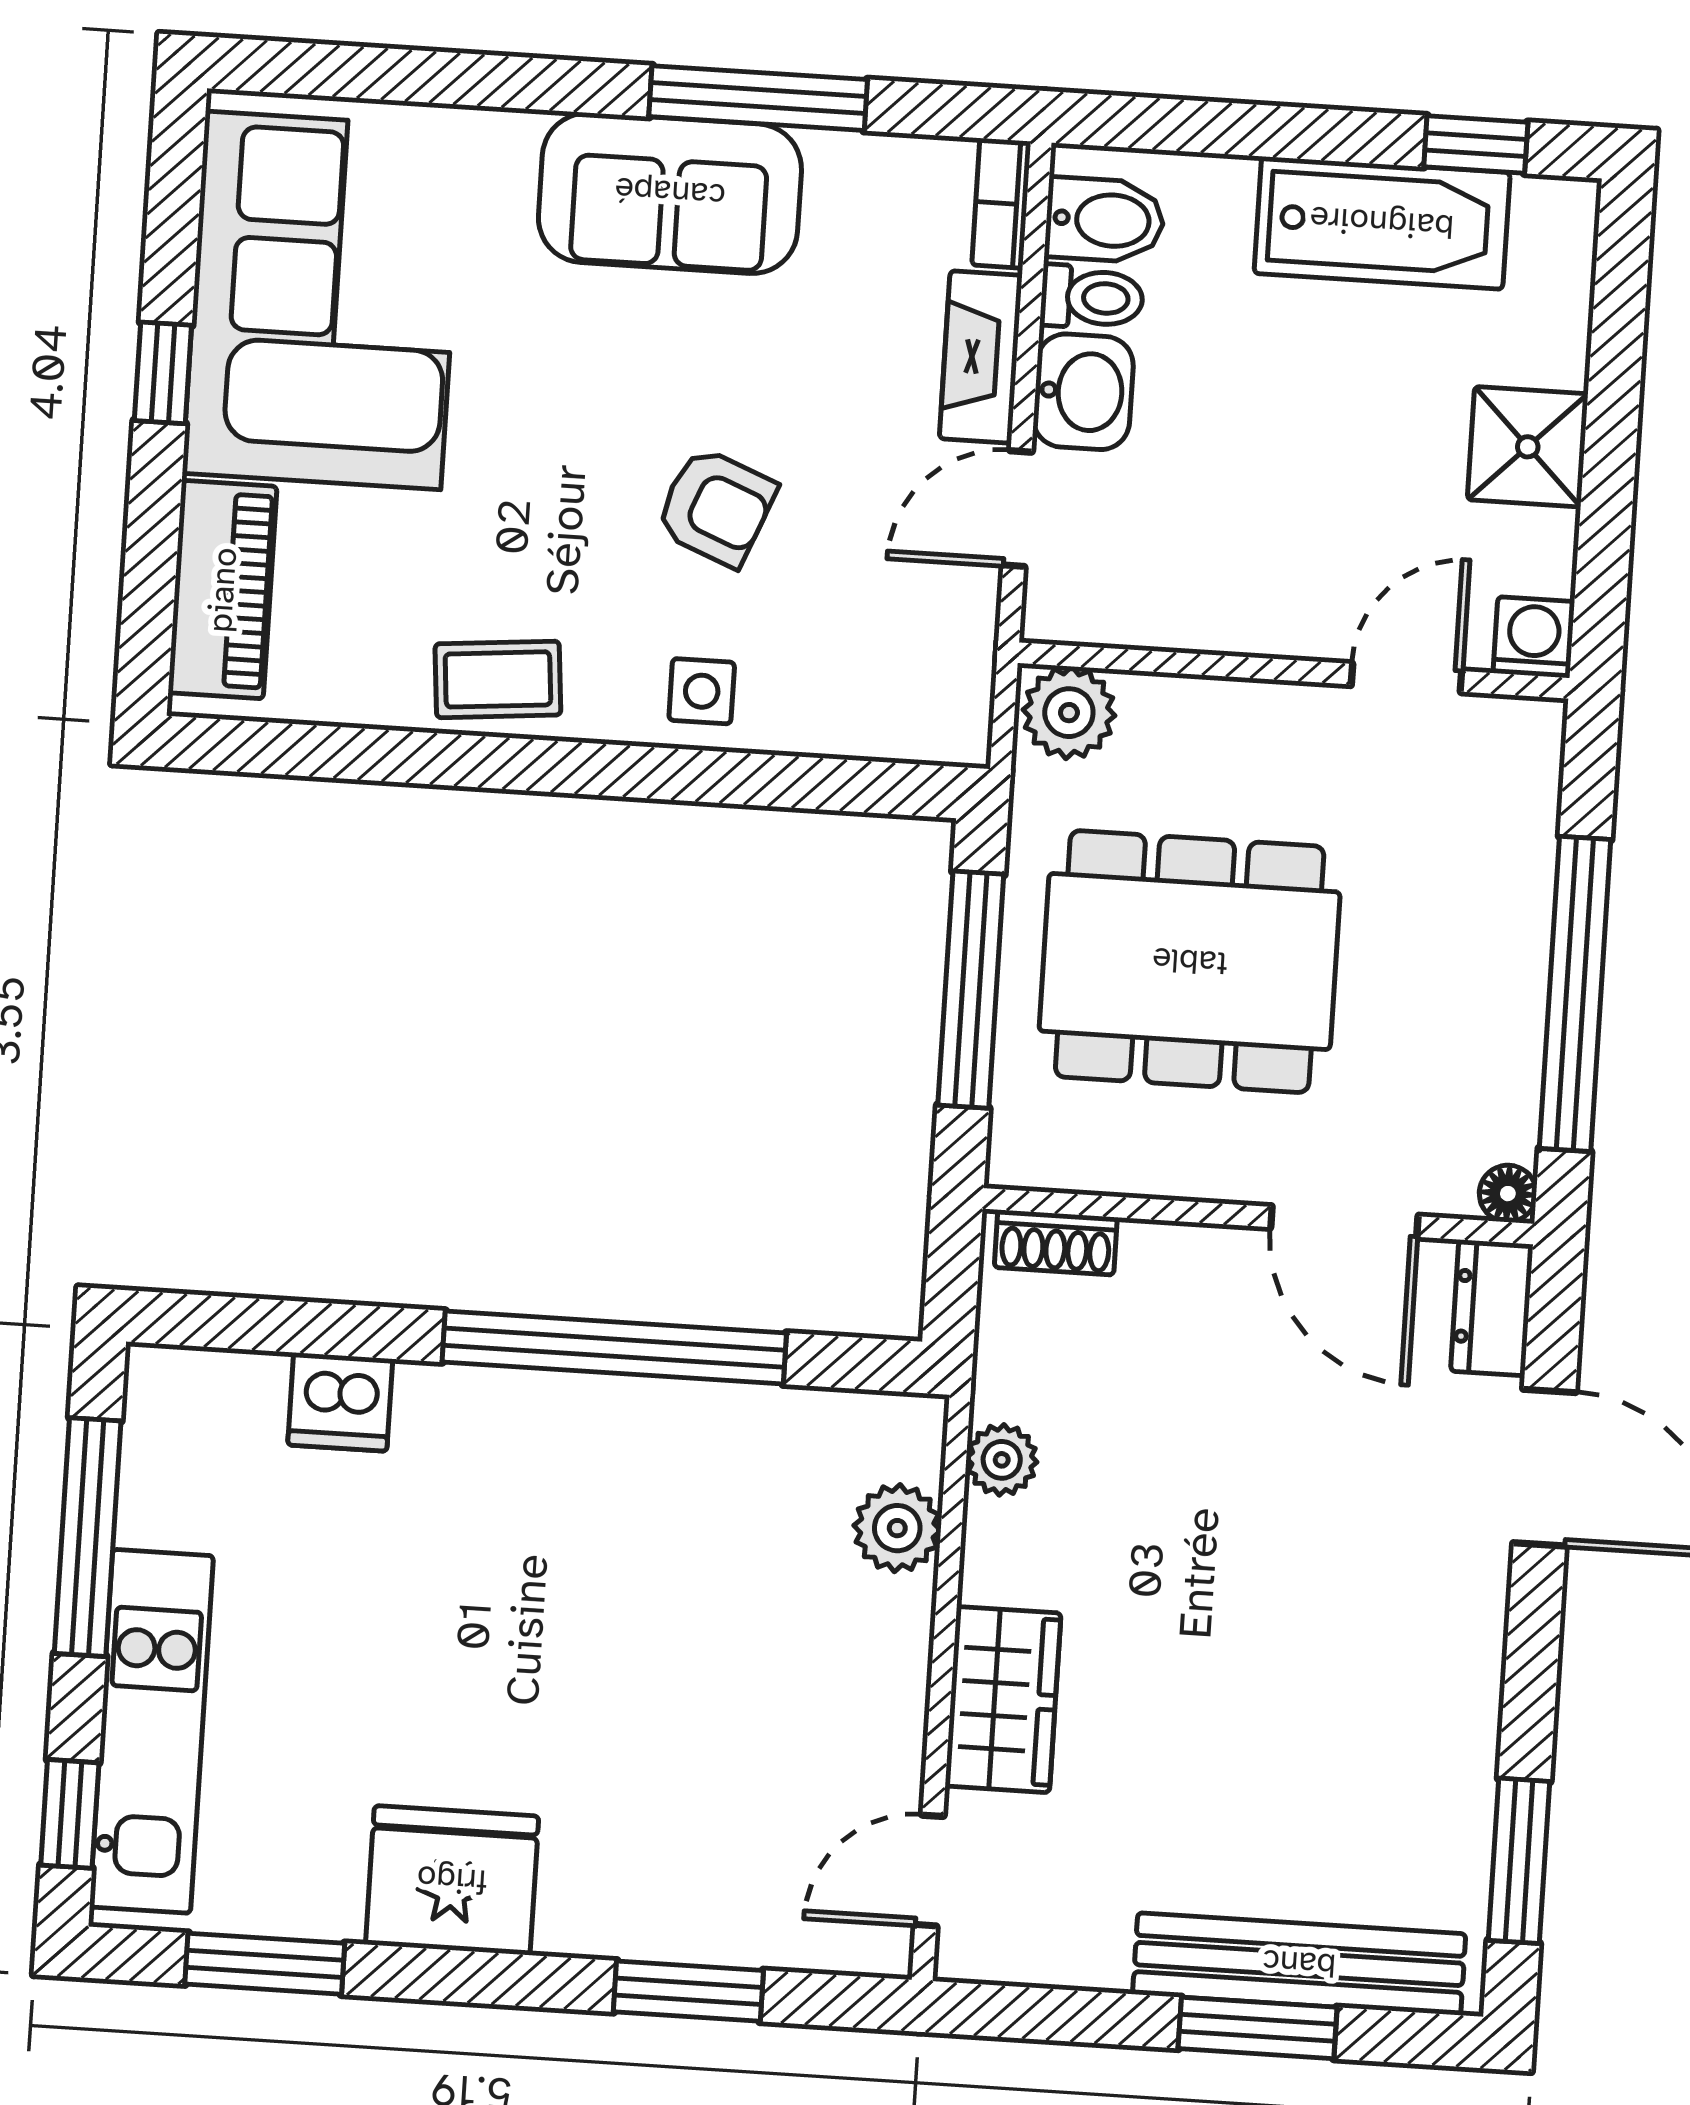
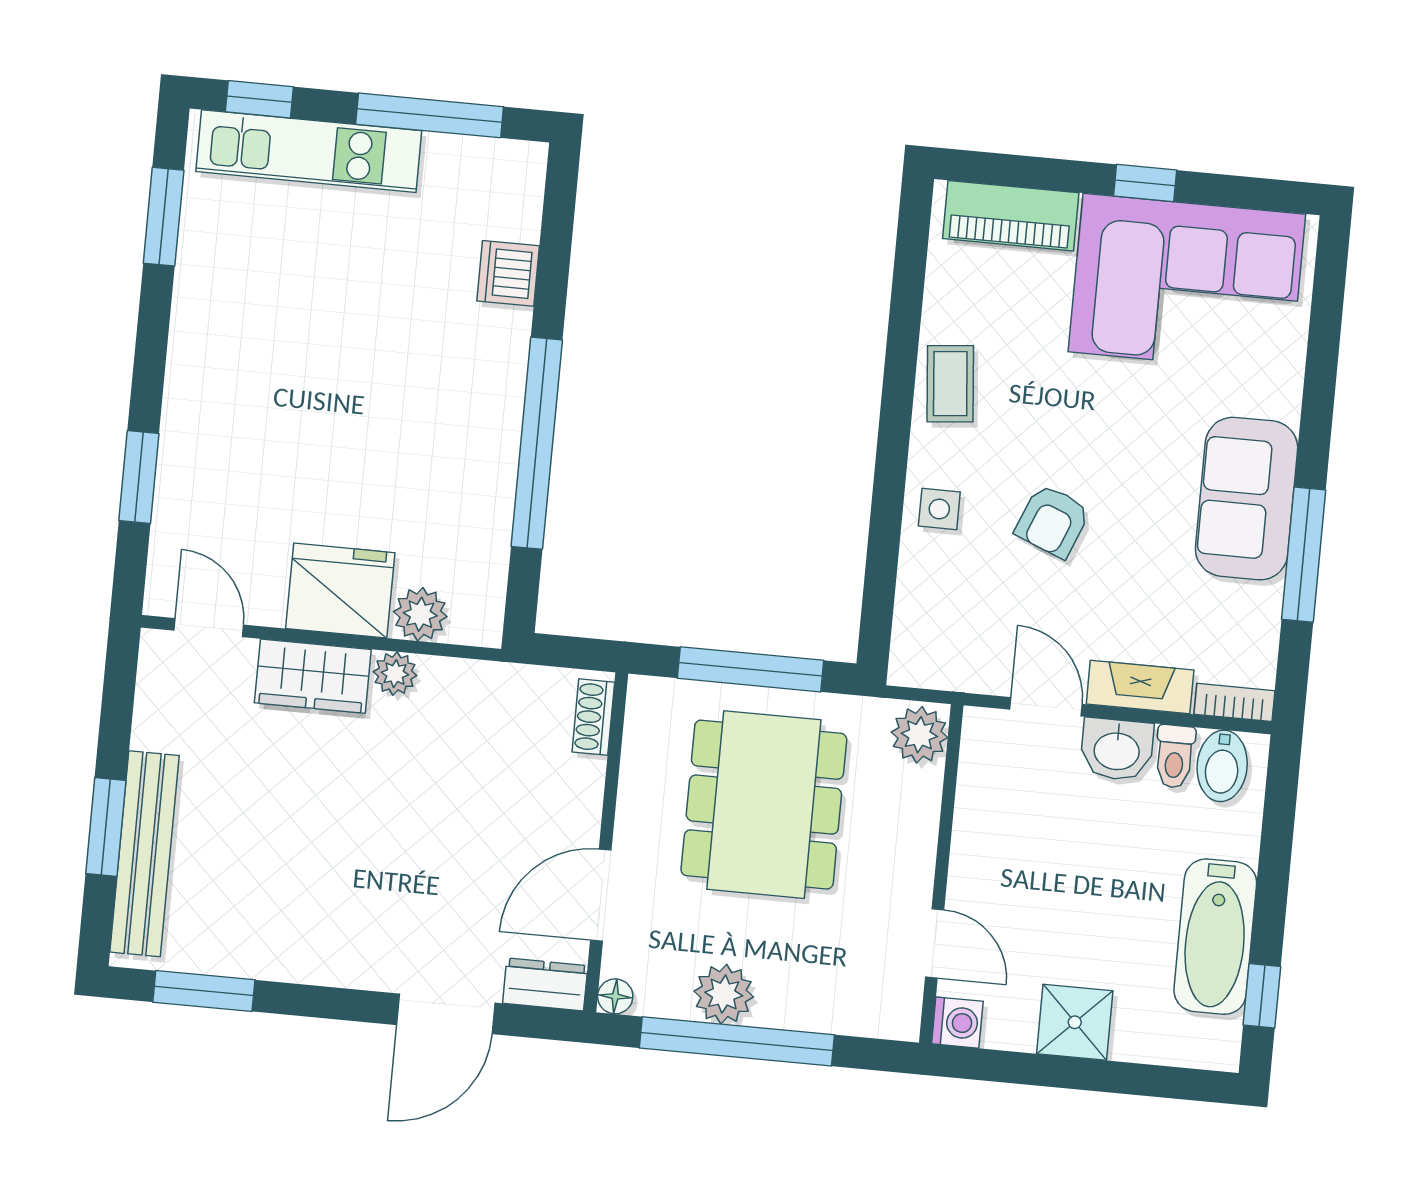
plant: (1499, 1018) -> (724, 994), added
plant: (1002, 1460) -> (395, 674), moved
fridge: (452, 1880) -> (340, 591), moved, turned -90

